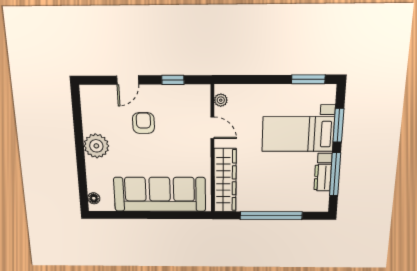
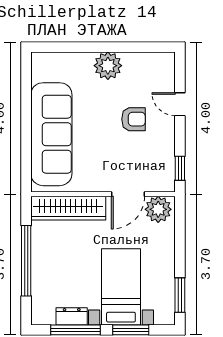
window: (173, 80) -> (180, 168), moved
plant: (221, 100) -> (158, 209), width x1.88, depth x1.88
door: (212, 128) -> (128, 194), width x1.38
floor lamp: (94, 198) -> (46, 59), removed

